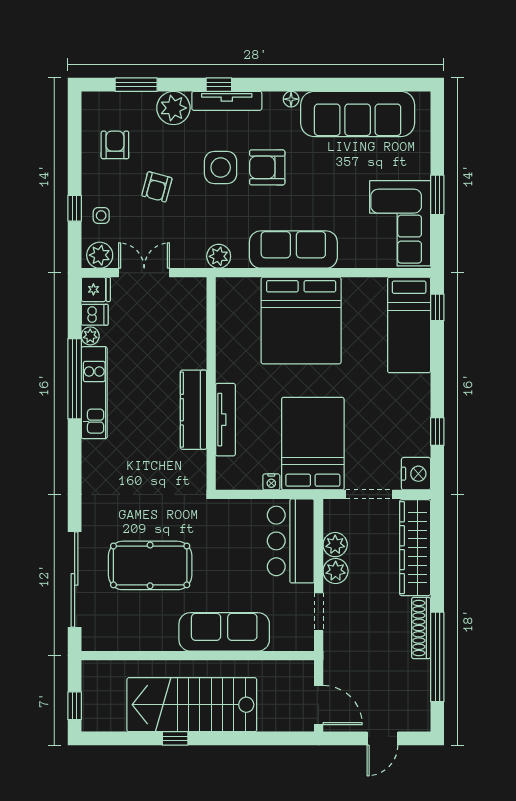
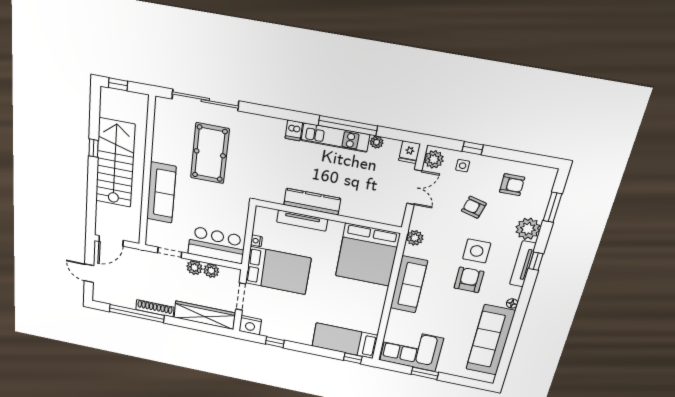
dishwasher: (95, 315) -> (294, 130), moved
bed: (301, 321) -> (368, 255), moved, turned -90

